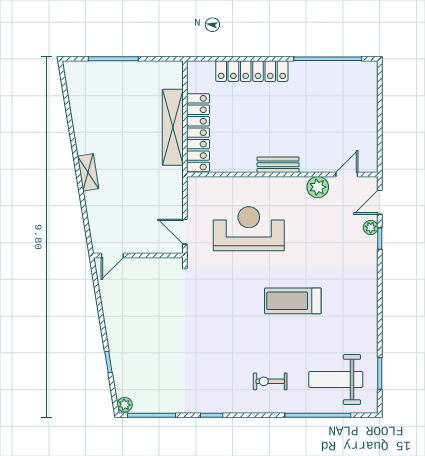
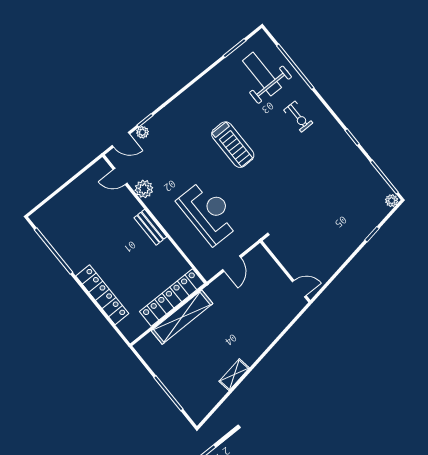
shelving: (88, 172) -> (234, 375), moved
reception desk: (249, 229) -> (209, 212), turned 180
door: (185, 232) -> (232, 264), moved
weight bench: (336, 380) -> (262, 74), turned 180

